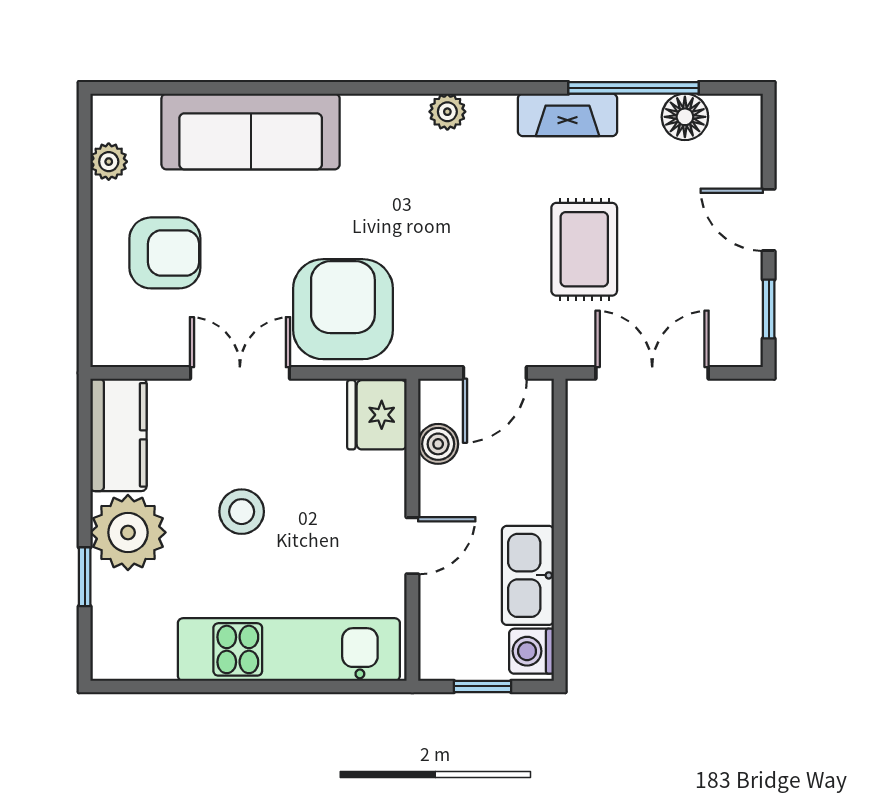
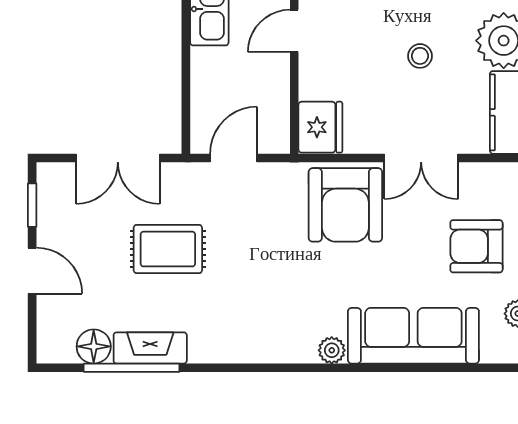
plant: (447, 112) -> (332, 350), moved
fireplace: (567, 115) -> (150, 348), moved
rug: (584, 249) -> (168, 249), turned 90
boiler: (438, 444) -> (275, 106), removed
stool: (242, 512) -> (420, 56), width x0.73, depth x0.73

